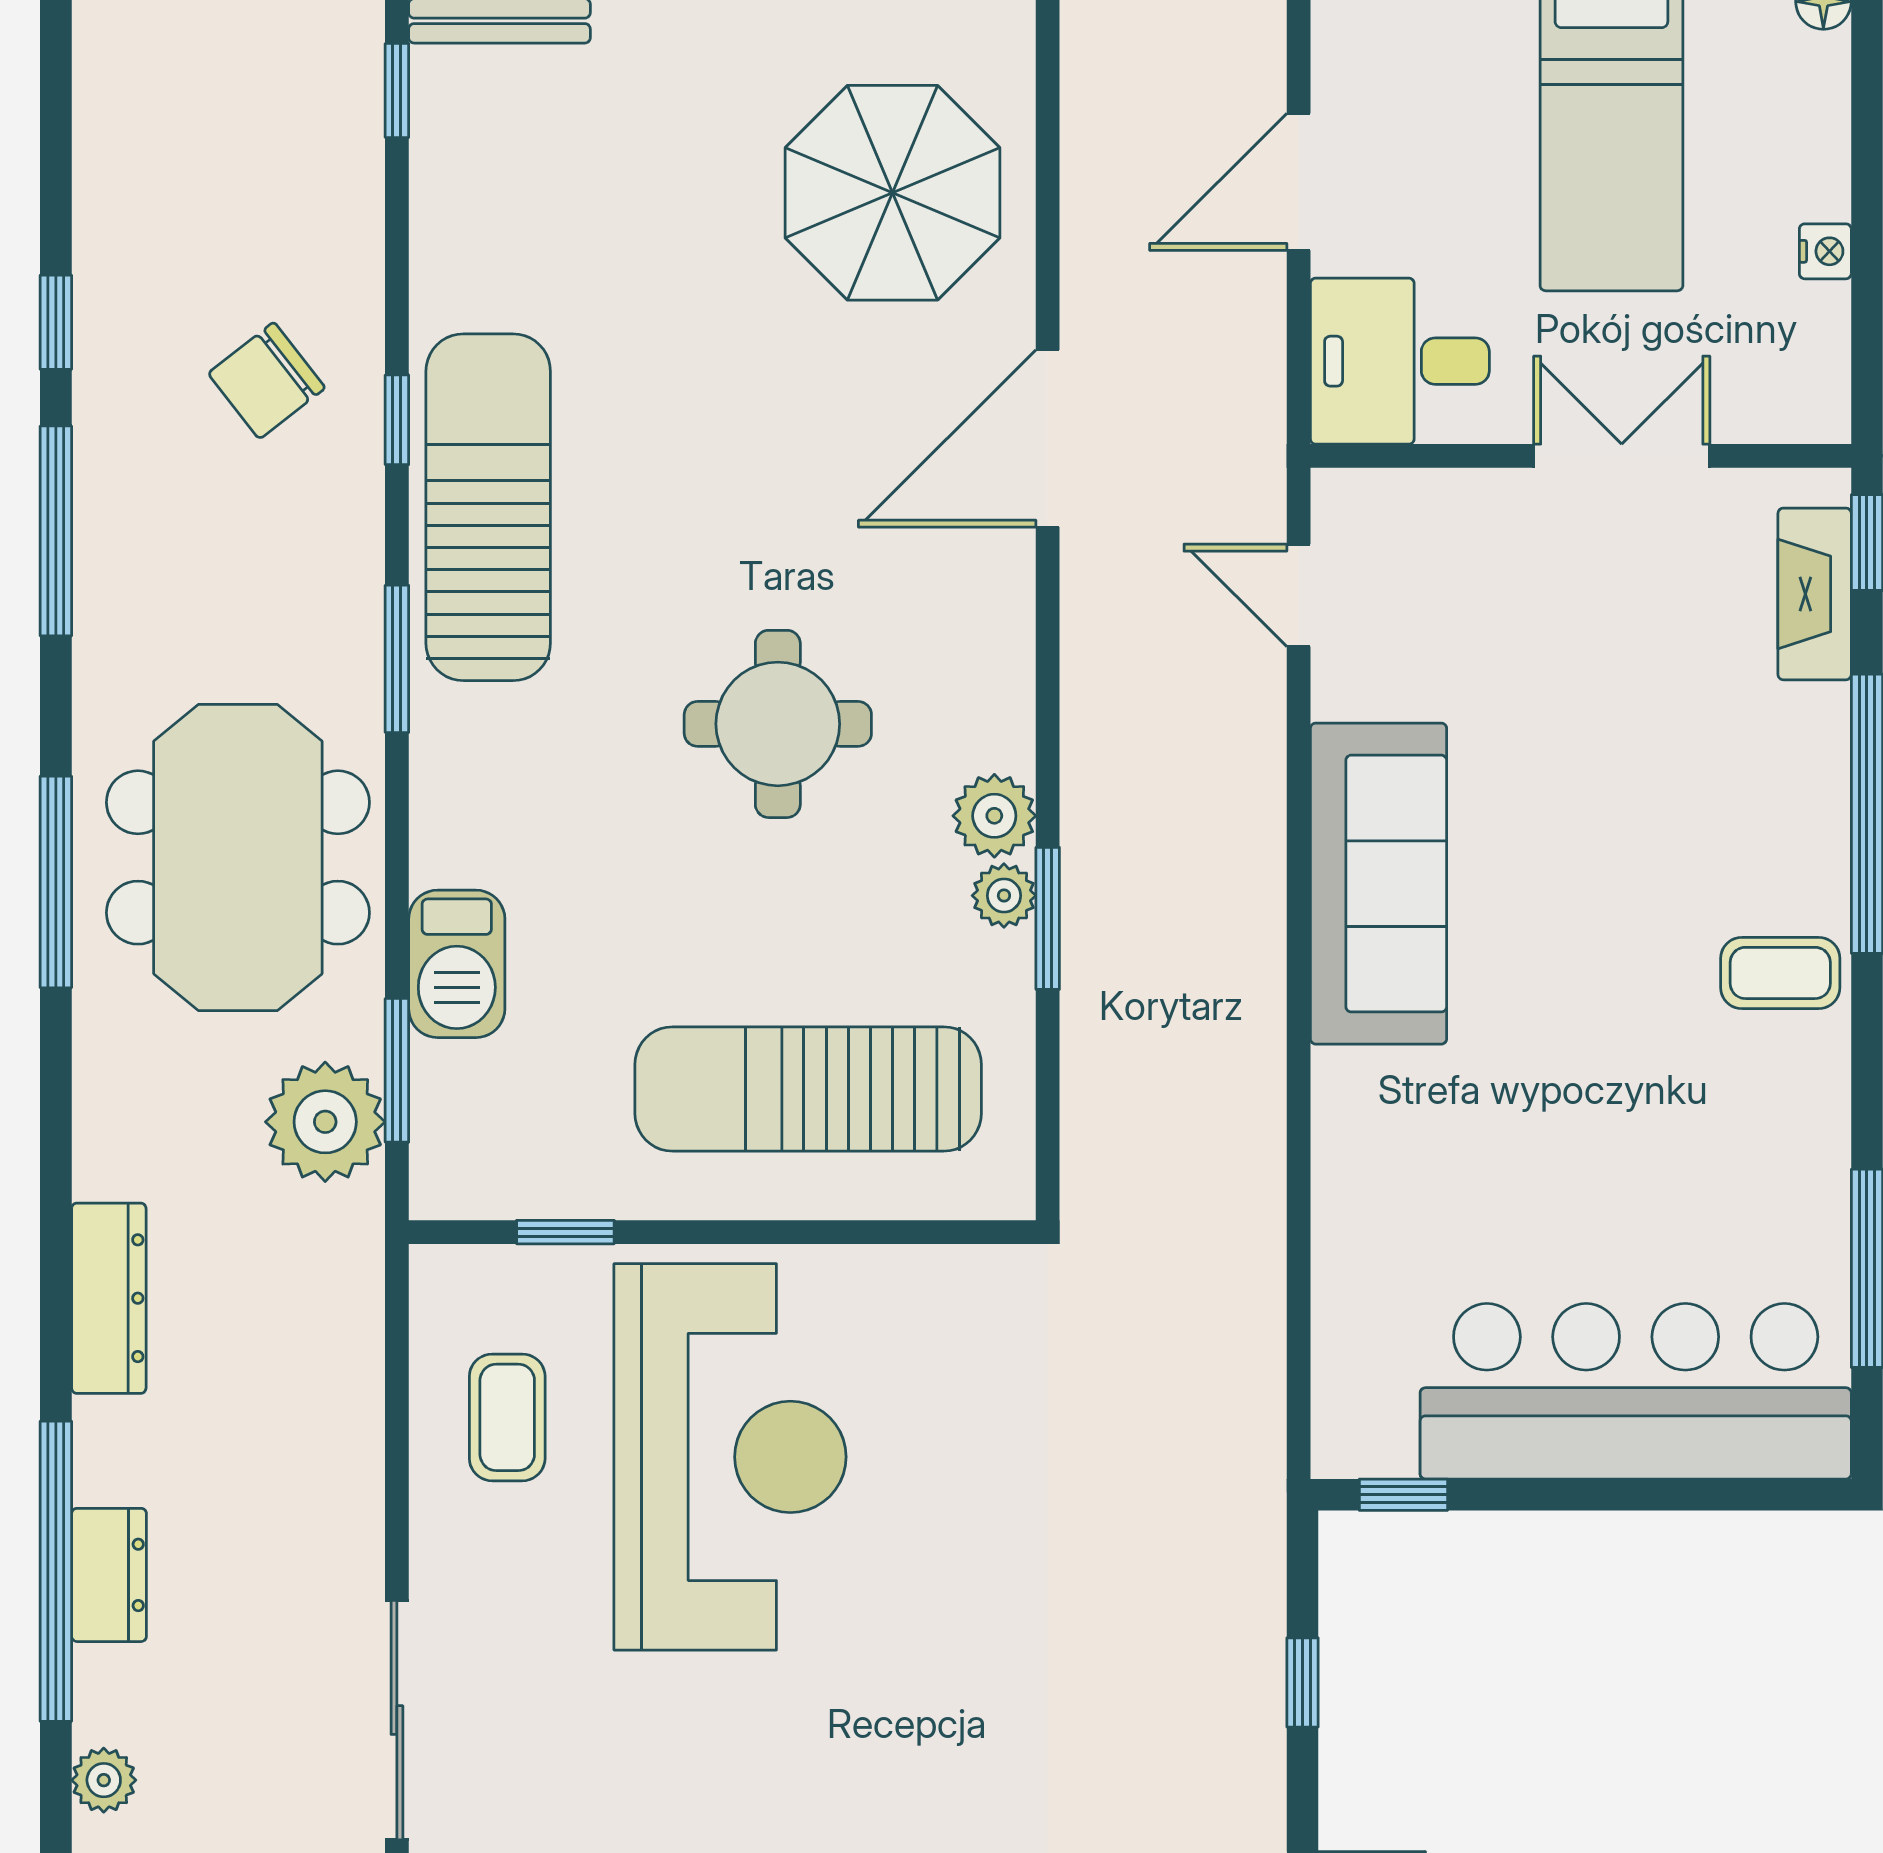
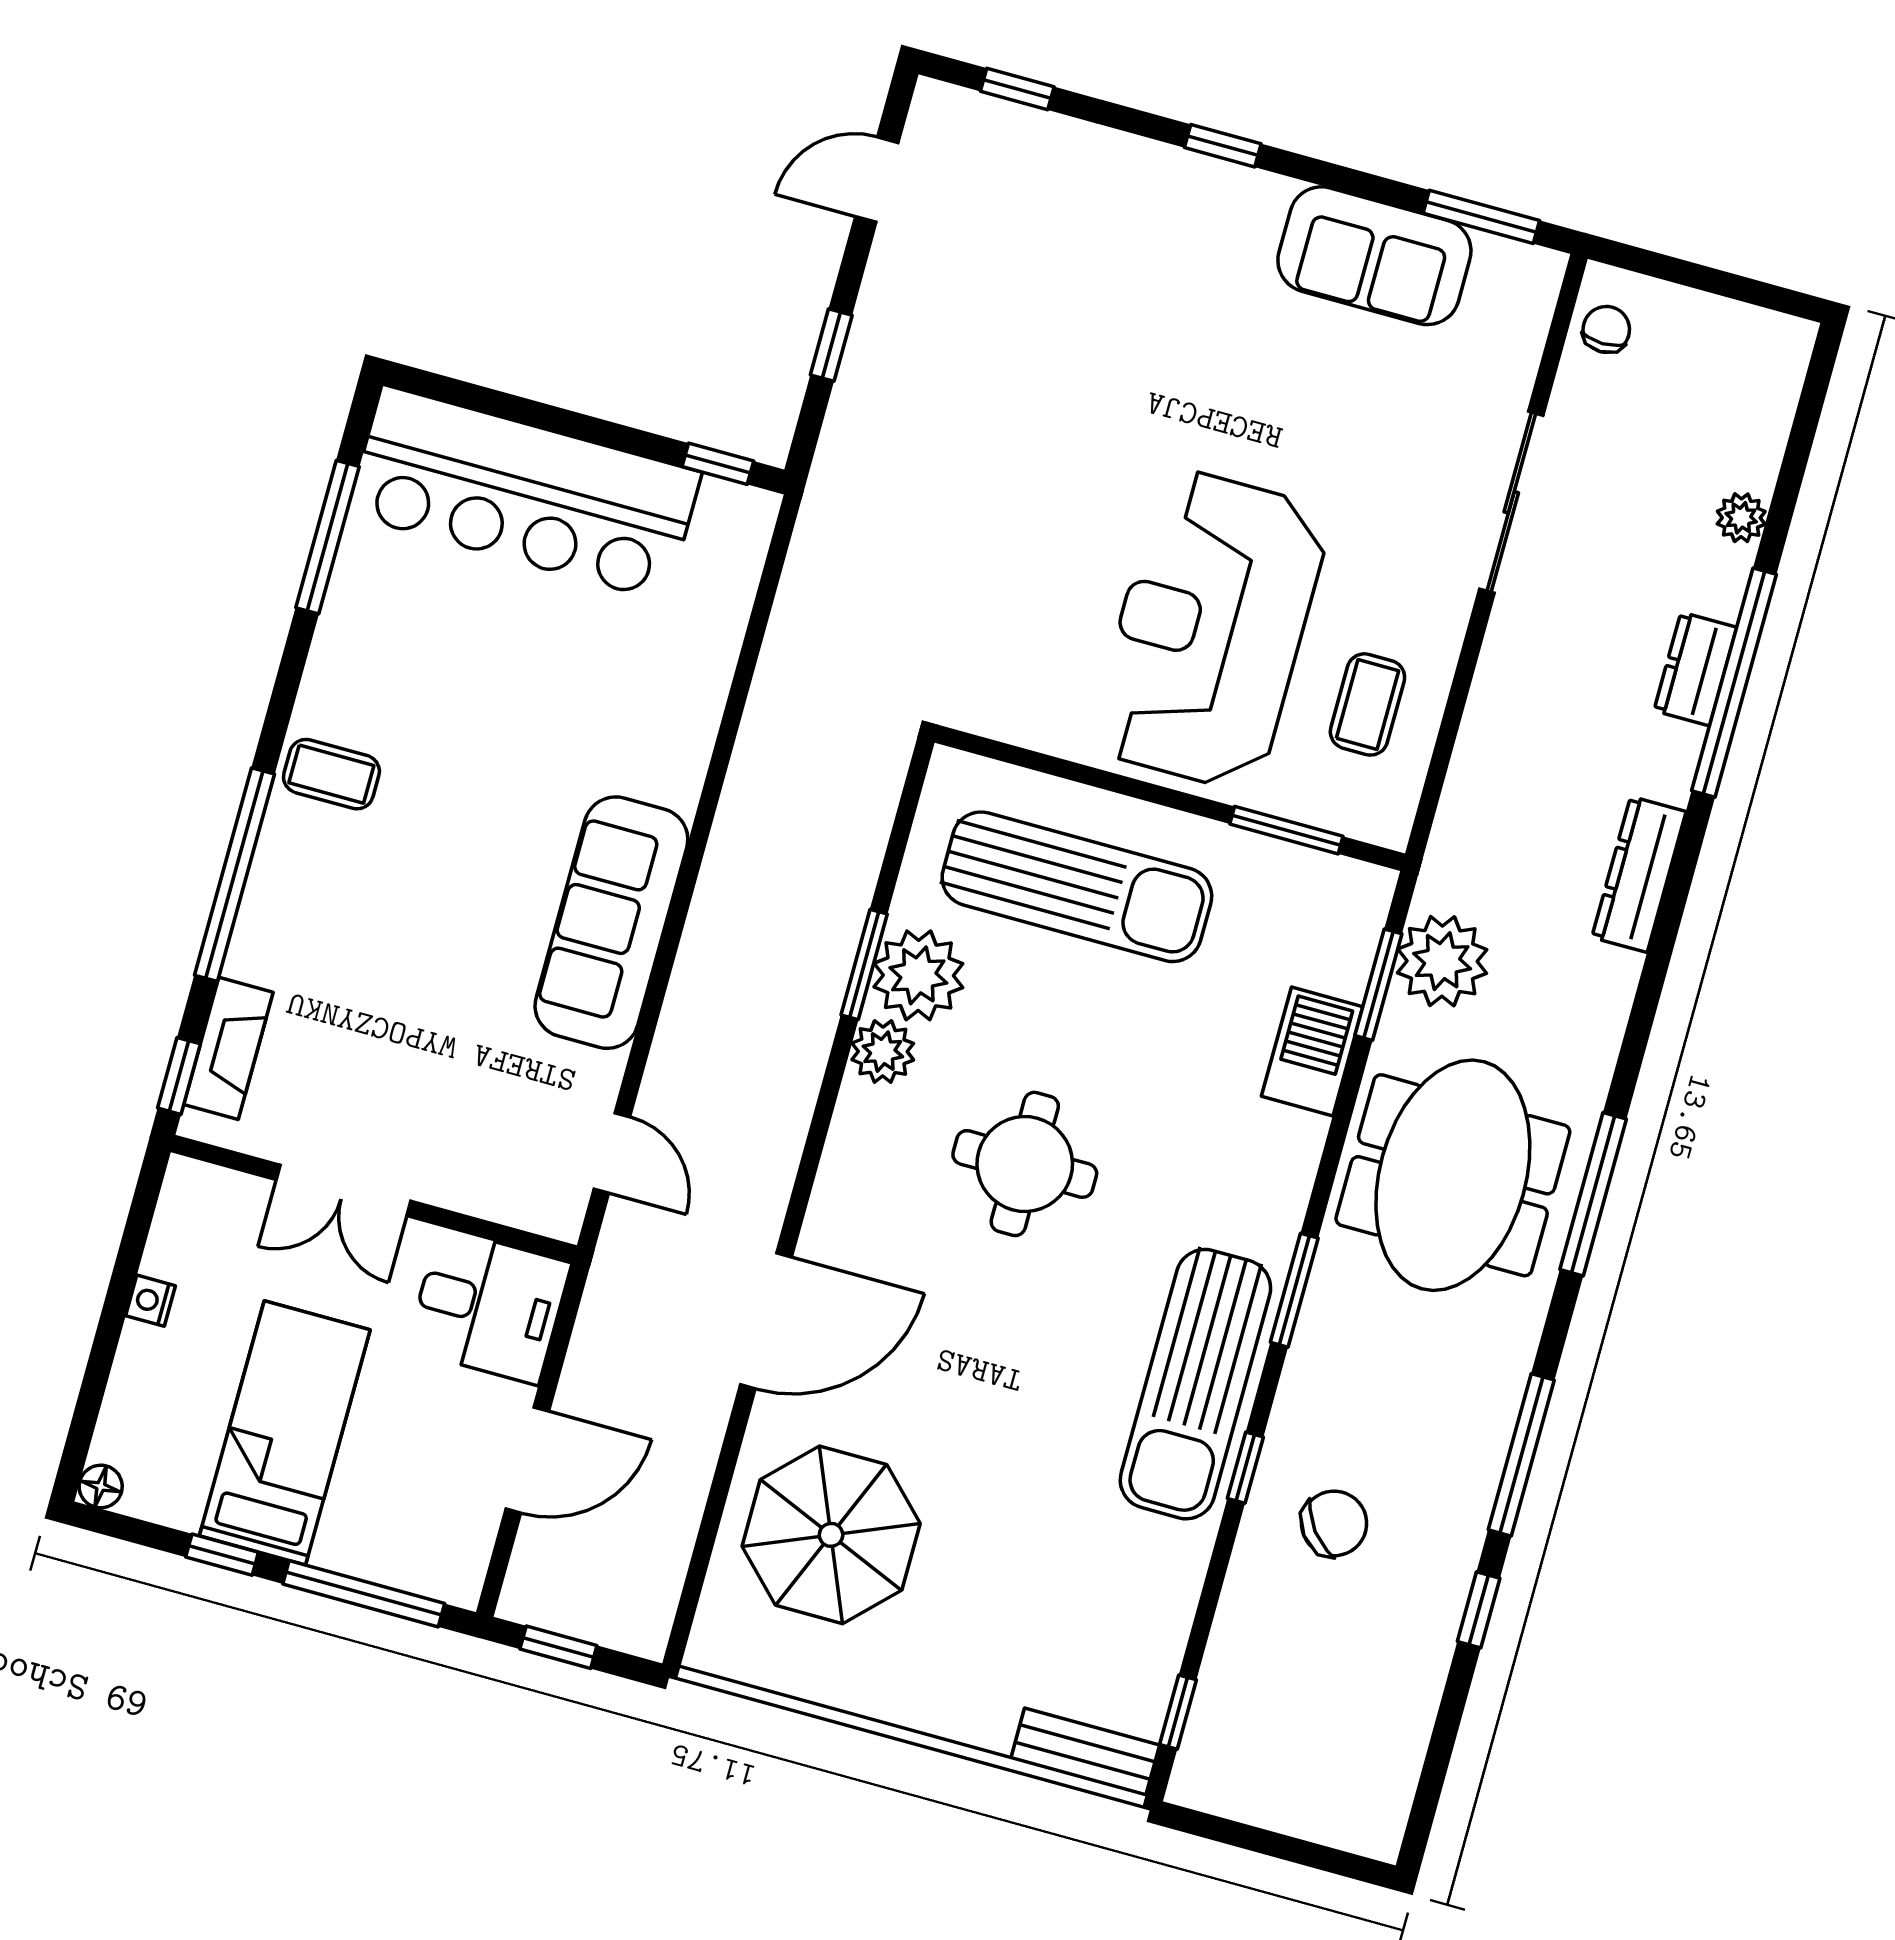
plant: (1004, 896) -> (918, 975), width x1.88, depth x1.88
window: (565, 1232) -> (1286, 830), width x1.50

